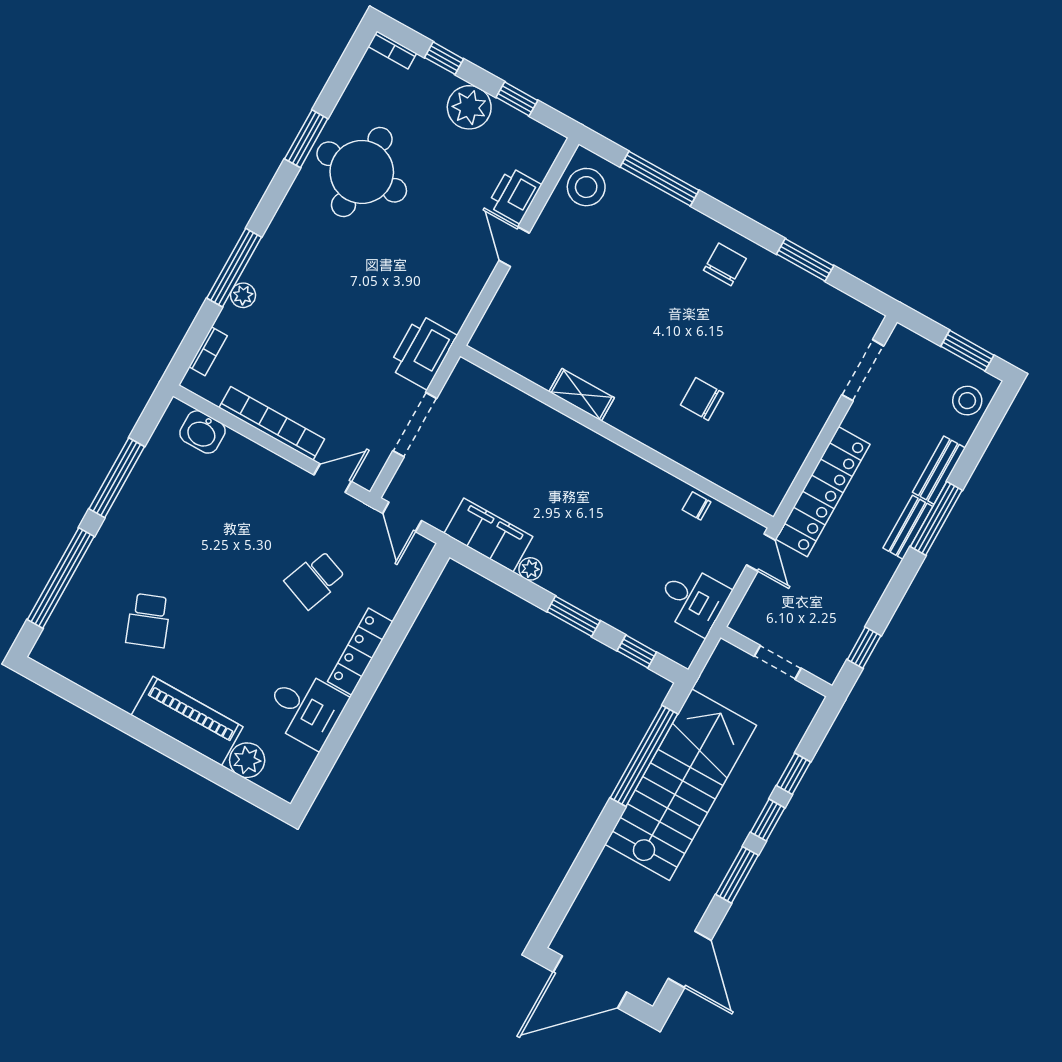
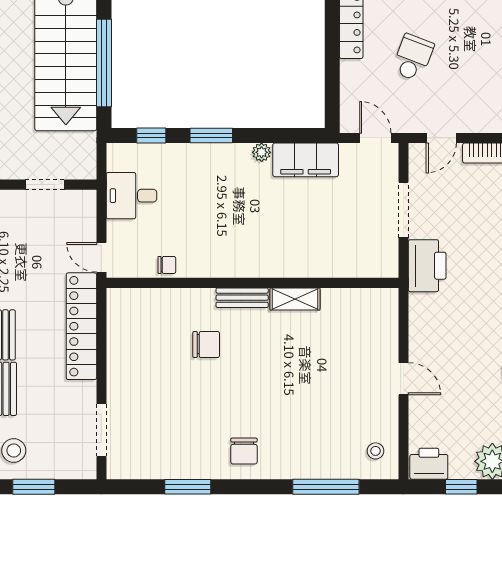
stool: (586, 187) -> (376, 451), width x0.53, depth x0.53
printer: (515, 195) -> (429, 464), moved, turned -90
bench: (637, 427) -> (242, 298), added

